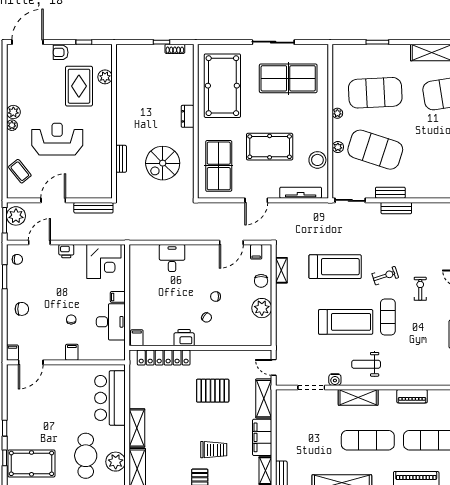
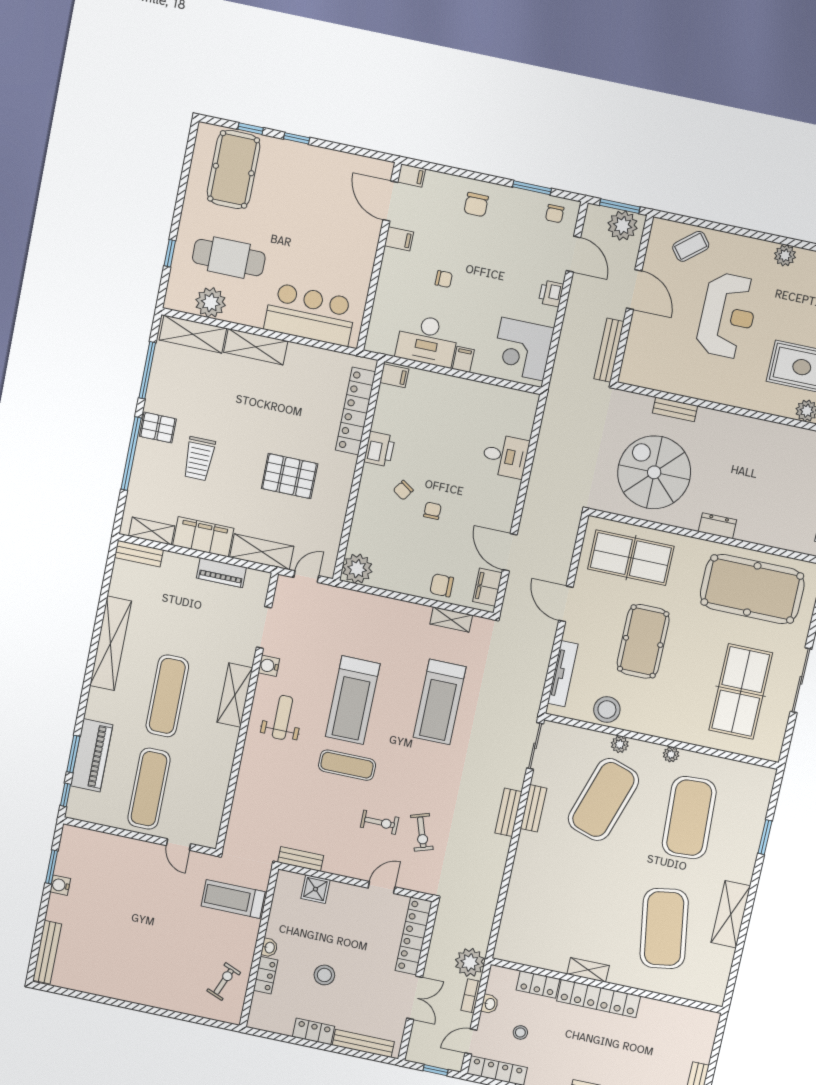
plant: (12, 125) -> (765, 249), removed
spiral stairs: (163, 163) -> (654, 472), width x1.37, depth x1.37
filing cabinet: (256, 252) -> (487, 587), width x2.00
exercise bike: (385, 276) -> (422, 832), moved
plant: (262, 308) -> (357, 569), moved
filing cabinet: (72, 352) -> (399, 239), moved
pallet: (213, 391) -> (289, 476), turned 90
piano: (412, 396) -> (221, 573), moved, turned -90

